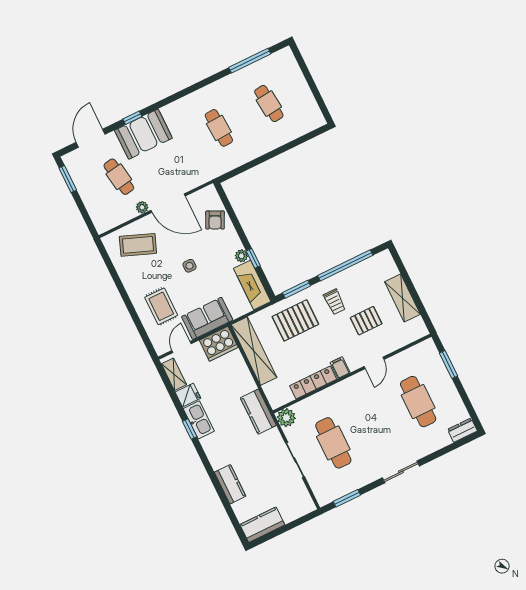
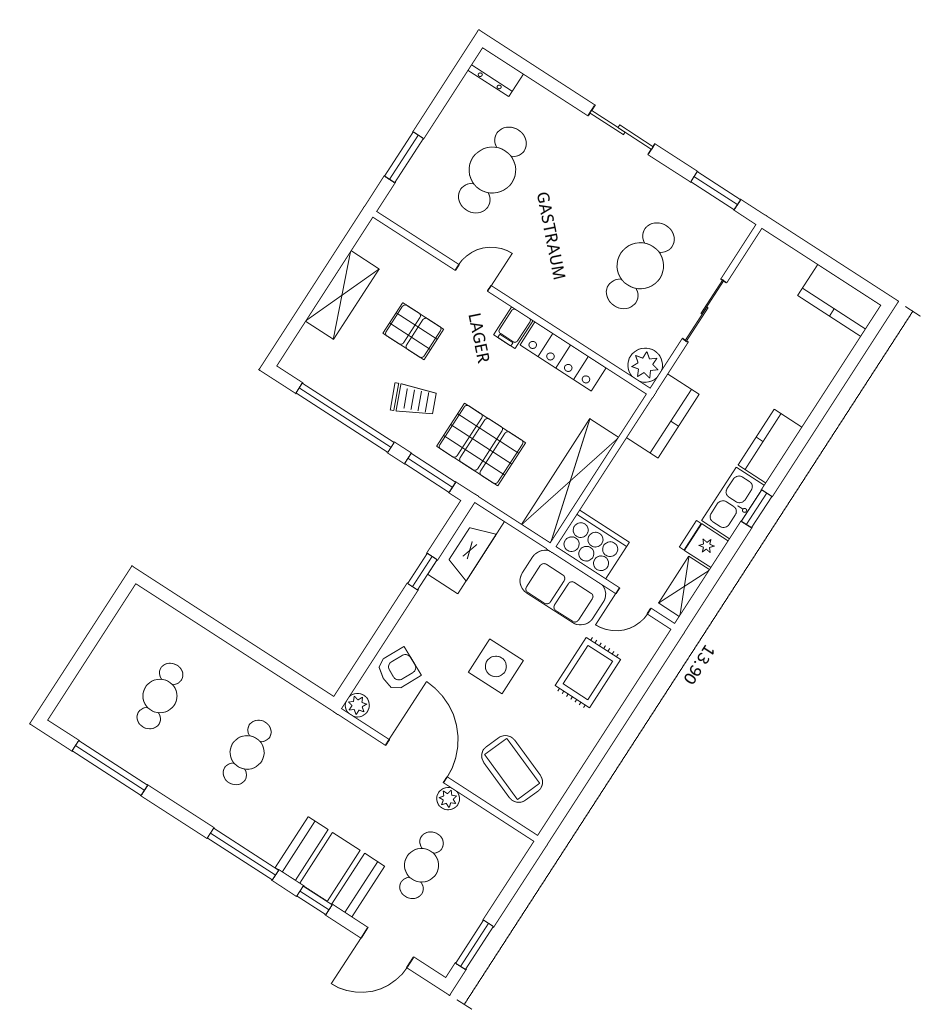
window: (173, 98) -> (243, 854), added
plant: (241, 256) -> (357, 705), moved
side table: (189, 266) -> (496, 666), width x1.87, depth x1.87
trolley: (335, 302) -> (414, 400), turned 67
kitchen counter: (230, 484) -> (770, 446), moved

